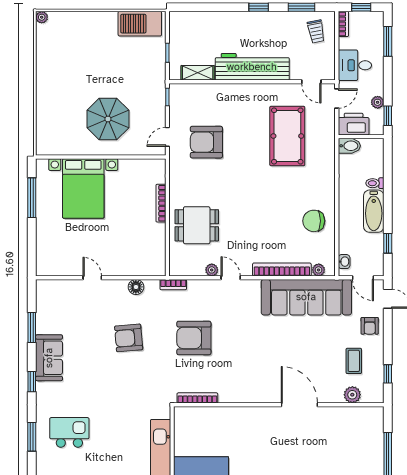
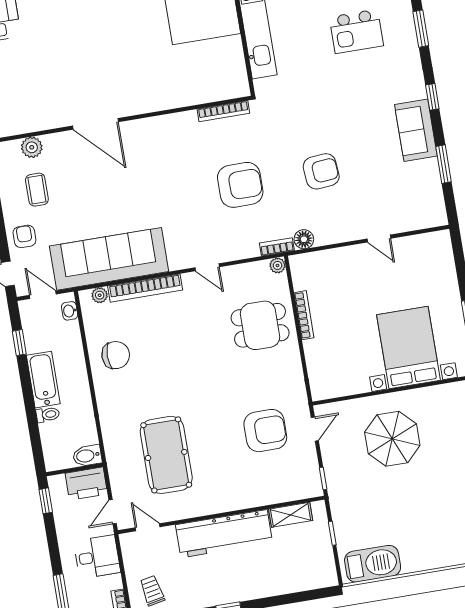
plant: (378, 102) -> (61, 516), removed
bookcase: (161, 203) -> (304, 315), moved
plant: (212, 270) -> (277, 265), moved
floor lamp: (136, 287) -> (304, 239), moved
kitchen island: (69, 432) -> (356, 31), moved

